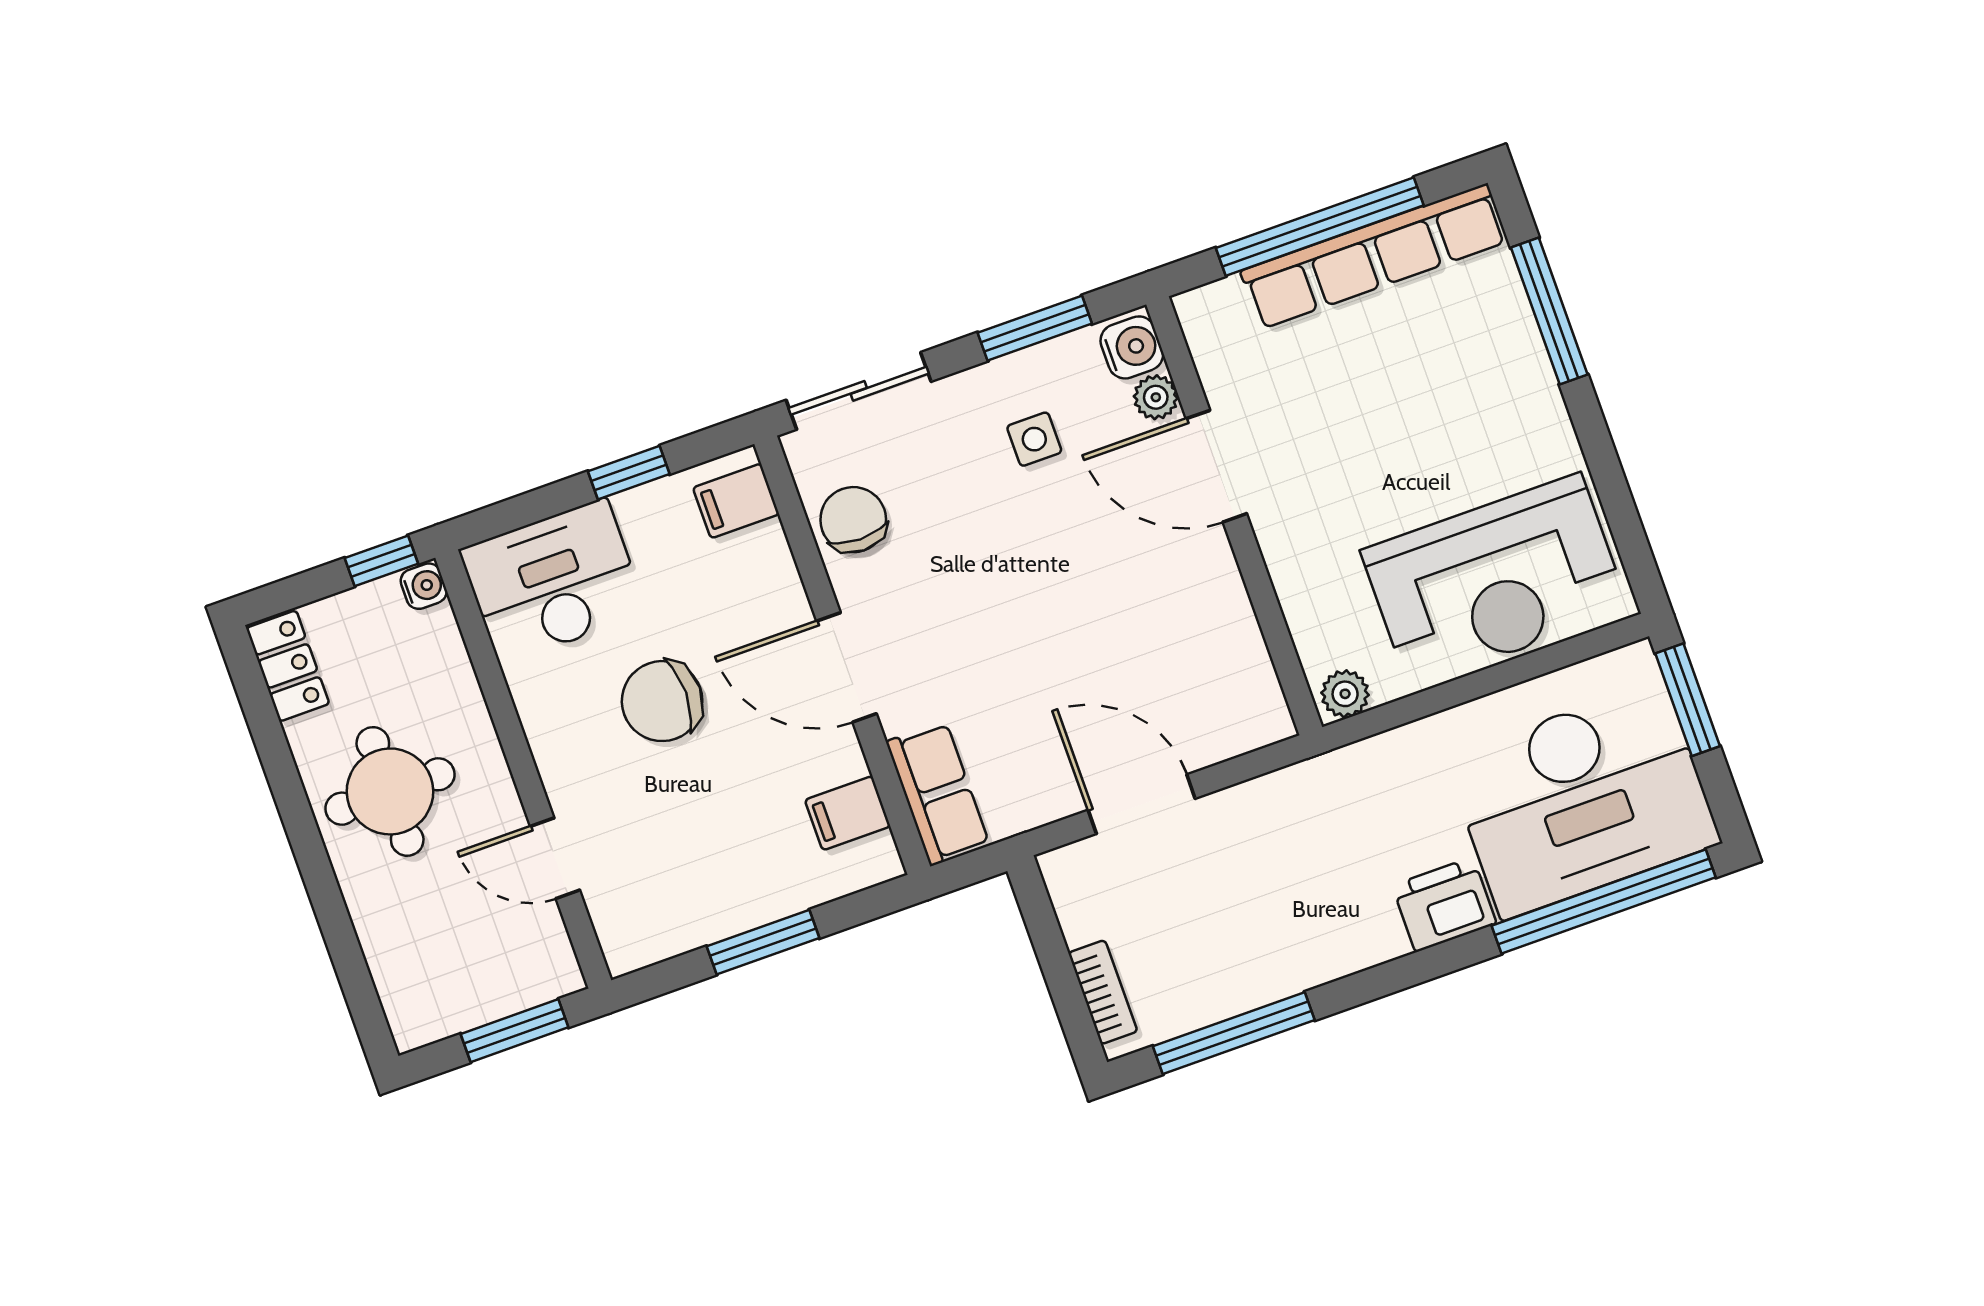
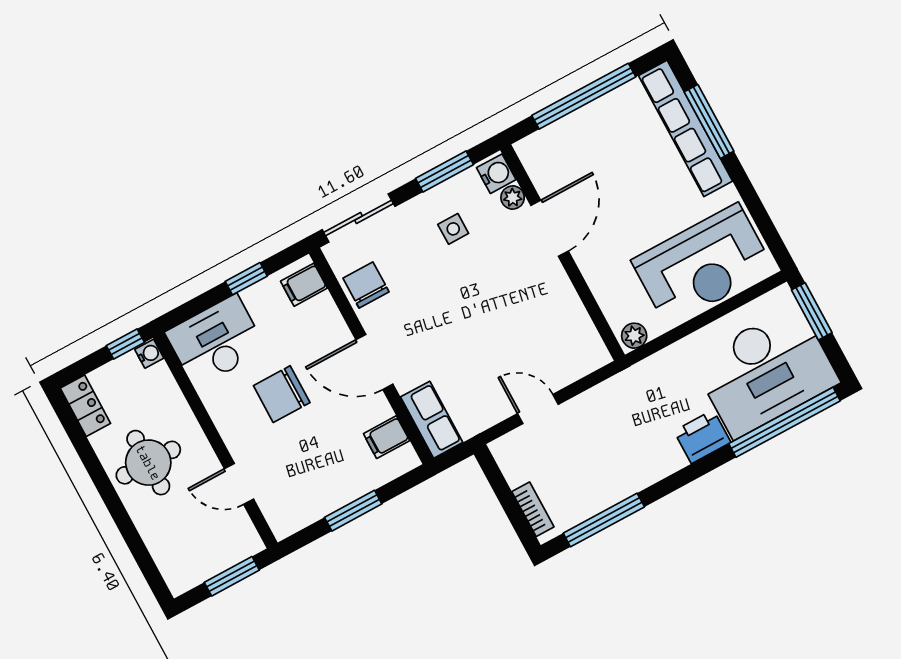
row of seats: (1374, 256) -> (685, 128), moved, turned 90
door: (1216, 466) -> (550, 228), swing flipped
door: (1142, 804) -> (538, 409), width x0.73

